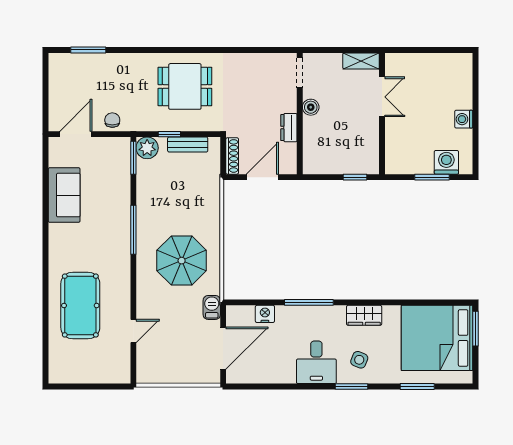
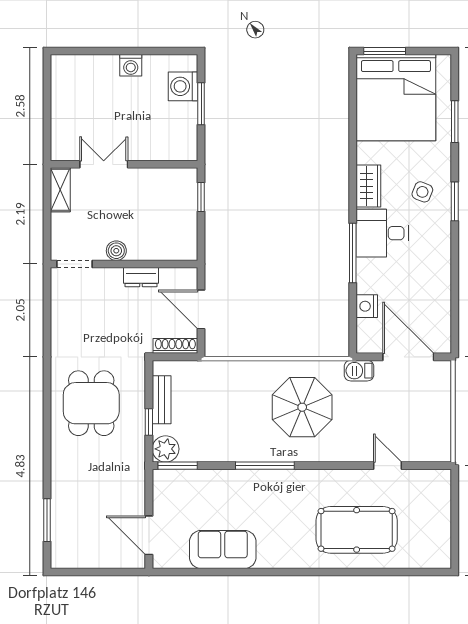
chair: (112, 120) -> (132, 491), removed
desk: (316, 362) -> (382, 233), moved, turned 180

